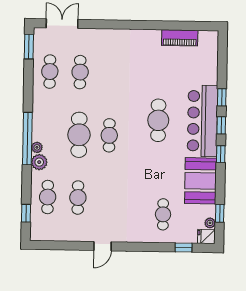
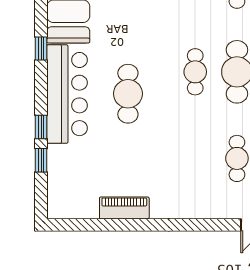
piano: (180, 38) -> (124, 208), moved
window: (221, 125) -> (41, 160), moved

